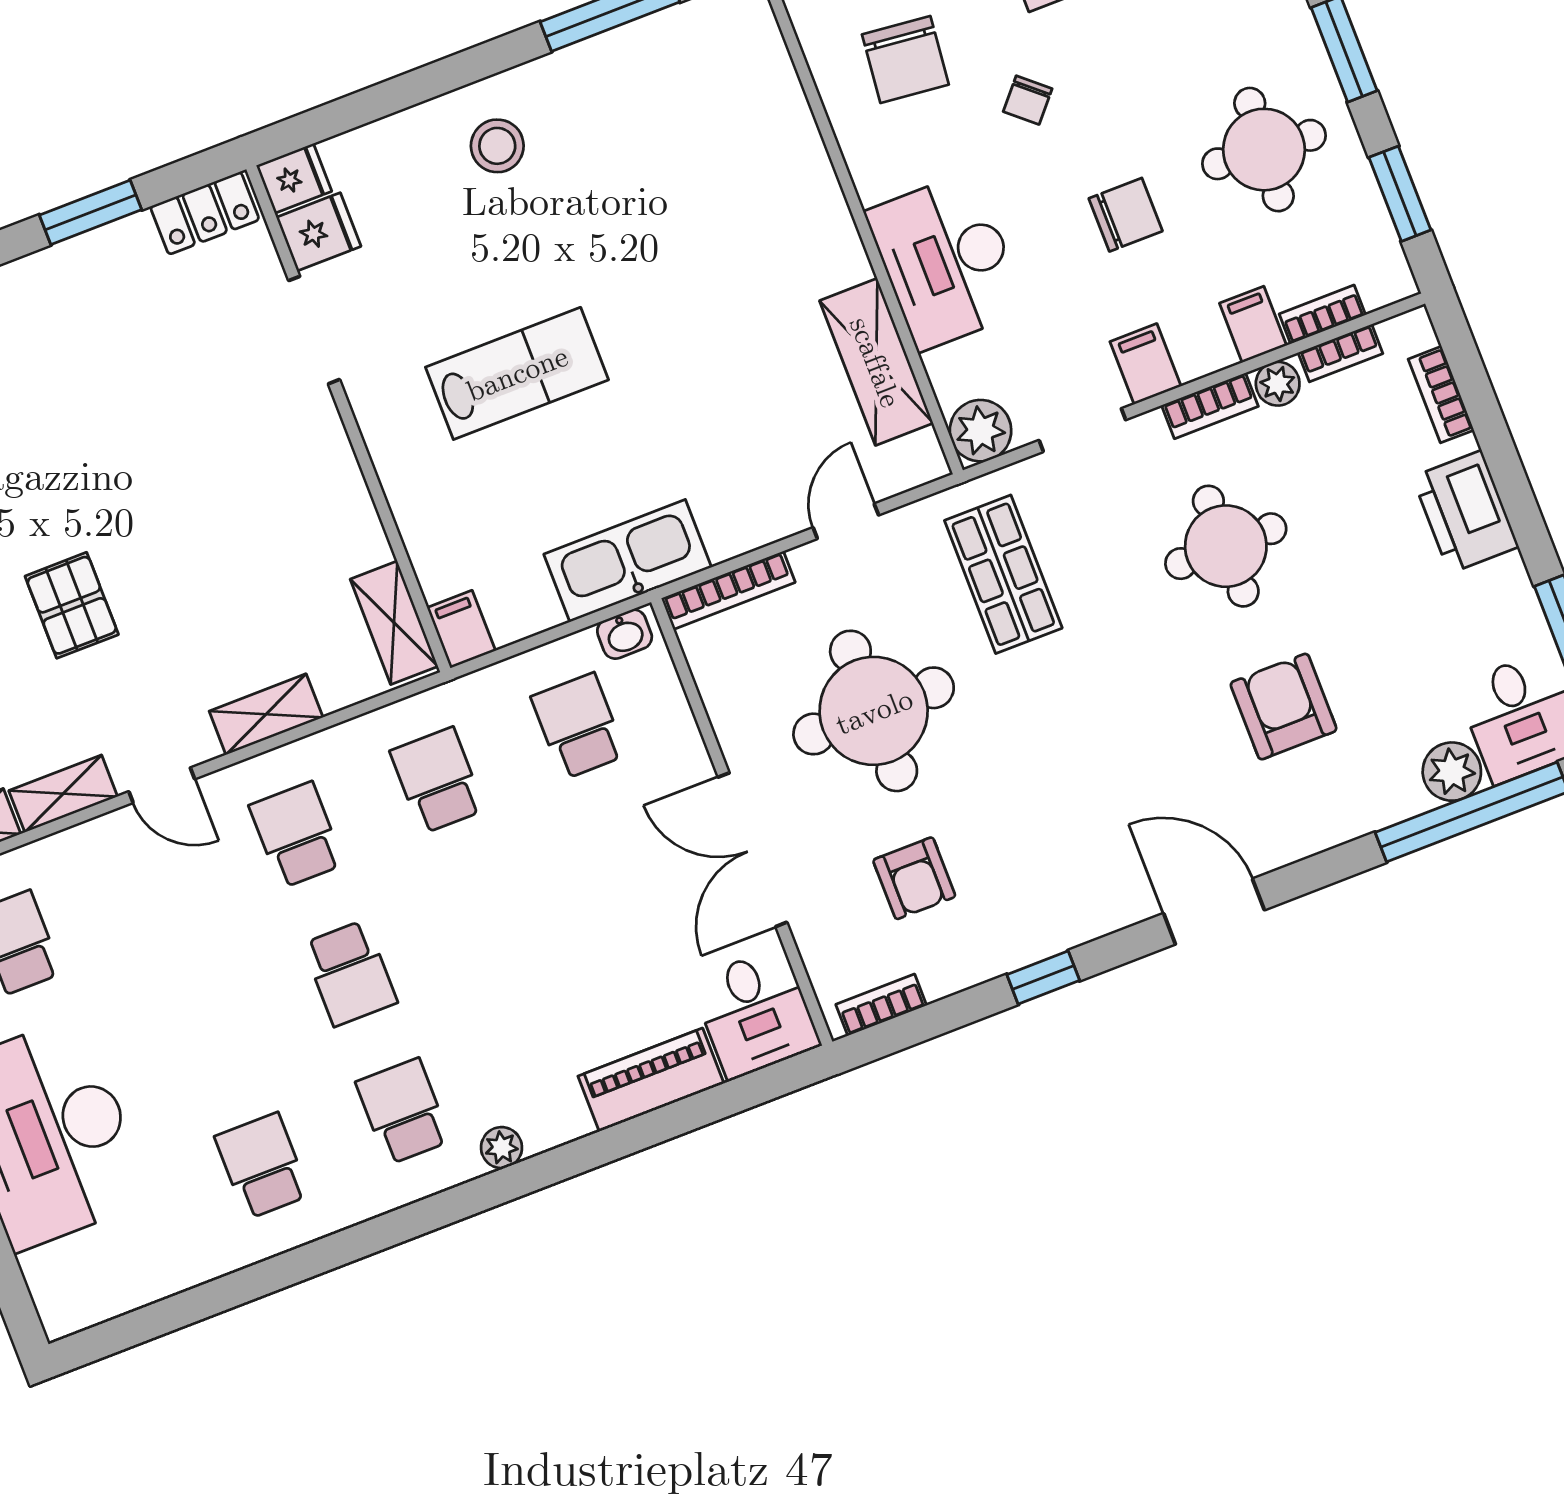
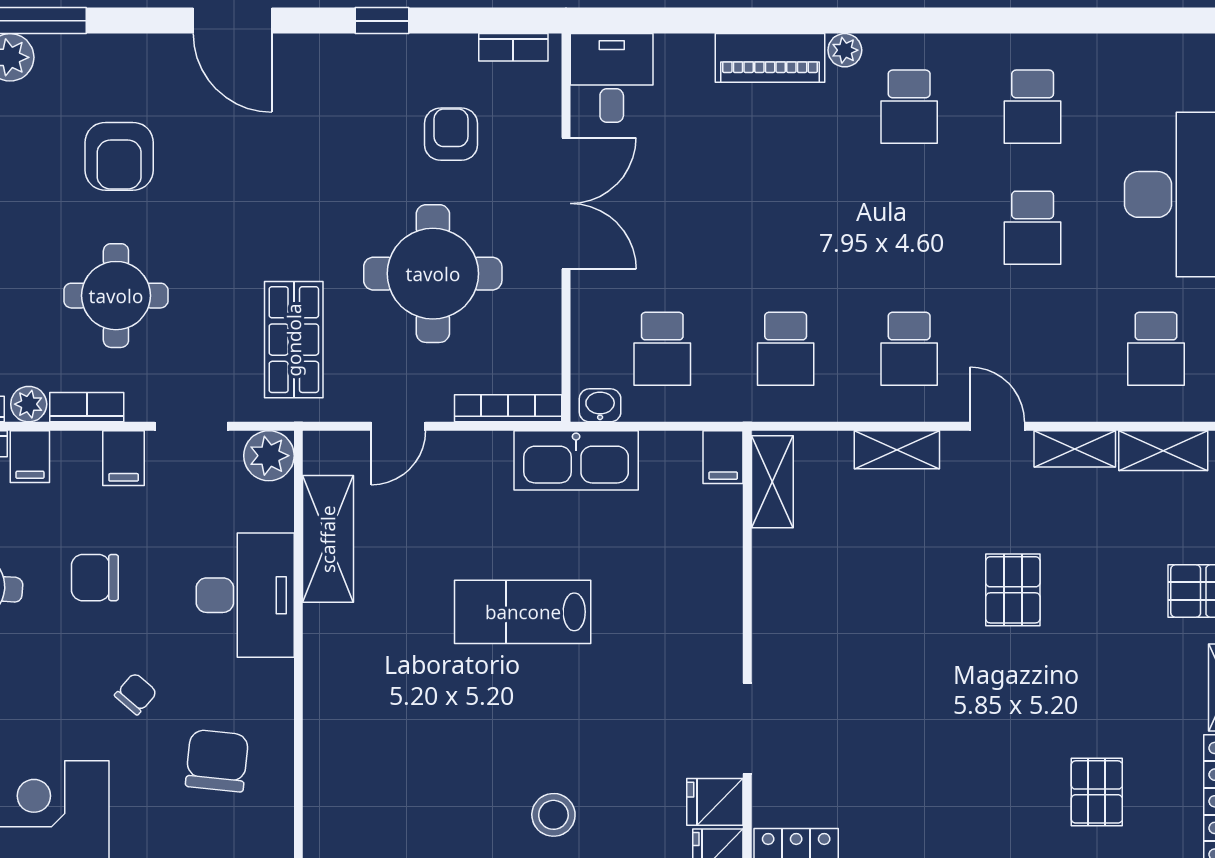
lab bench: (517, 373) -> (523, 612), moved
school desk: (350, 973) -> (1033, 228), moved, turned 180
piano: (651, 1080) -> (770, 58), moved

